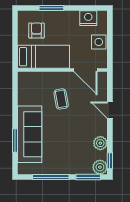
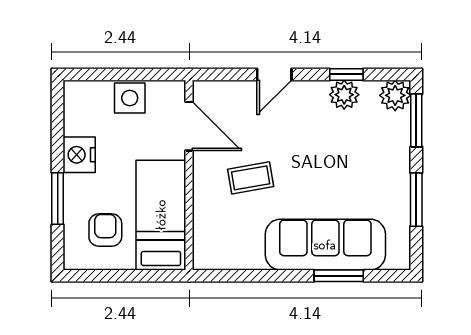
nightstand: (88, 18) -> (79, 155), moved
armchair: (37, 30) -> (105, 230), turned 90
door: (85, 70) -> (189, 126), hinge flipped
window: (110, 161) -> (346, 74), moved
window: (51, 177) -> (416, 200), width x0.69

